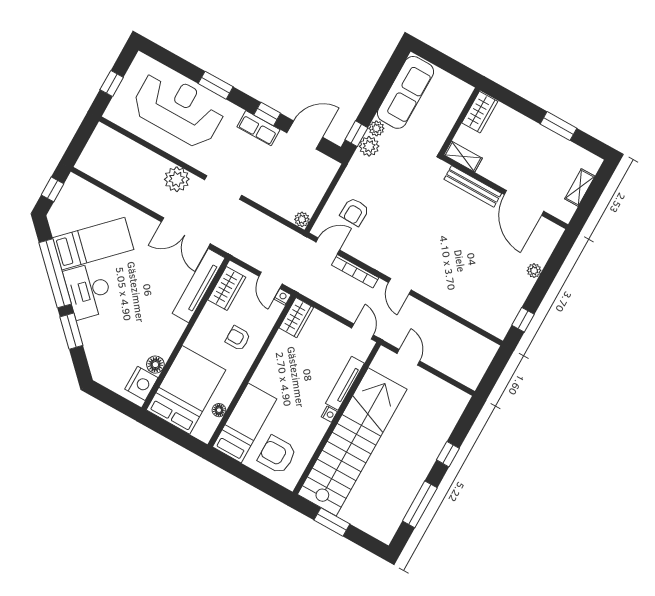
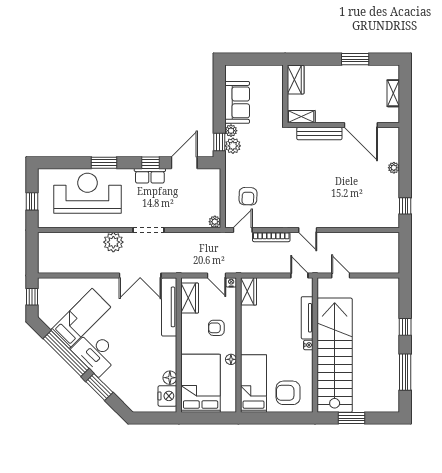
sofa: (405, 92) -> (237, 102), width x0.73
floor lamp: (219, 410) -> (231, 359), moved

